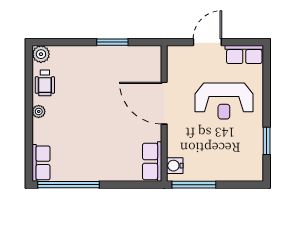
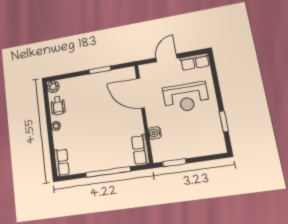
door: (164, 103) -> (140, 93), moved
water cooler: (175, 166) -> (155, 133), moved
window: (69, 185) -> (108, 172), moved
window: (194, 185) -> (174, 163), width x0.69

